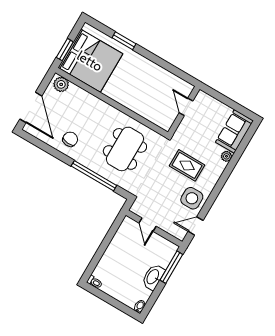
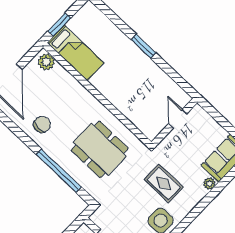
window: (124, 41) -> (143, 46), moved
bed: (90, 61) -> (76, 53), width x0.49
dining table: (125, 149) -> (100, 149), turned 90

